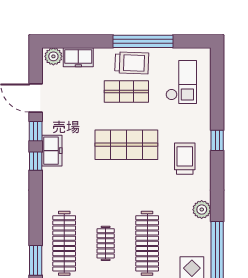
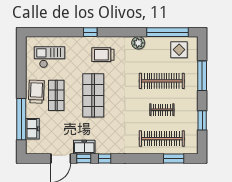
window: (143, 41) -> (21, 119), moved
plant: (53, 56) -> (32, 146), removed
freezer: (52, 151) -> (84, 147), moved

